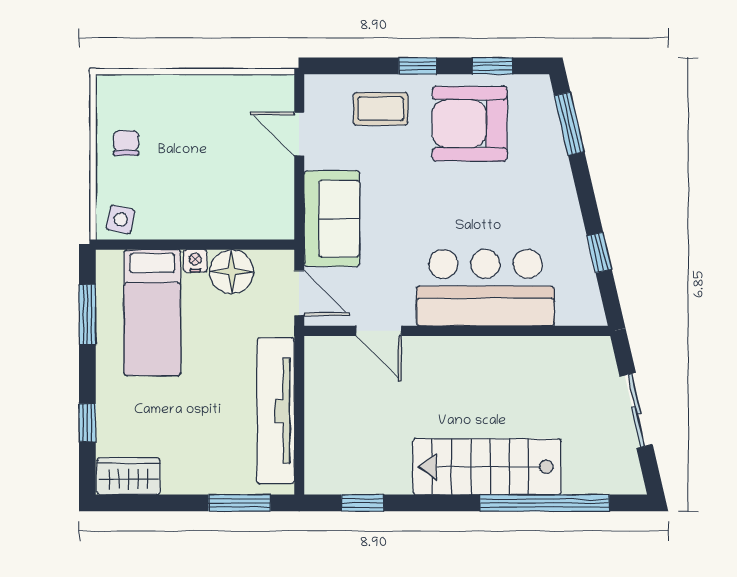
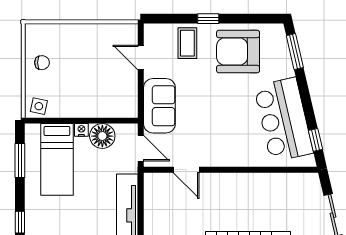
window: (492, 66) -> (251, 19), removed
coffee table: (381, 109) -> (187, 43), turned 90
chair: (126, 143) -> (42, 63), turned 90
window: (599, 253) -> (315, 140), moved
bar counter: (485, 288) -> (284, 120), moved, turned -103

